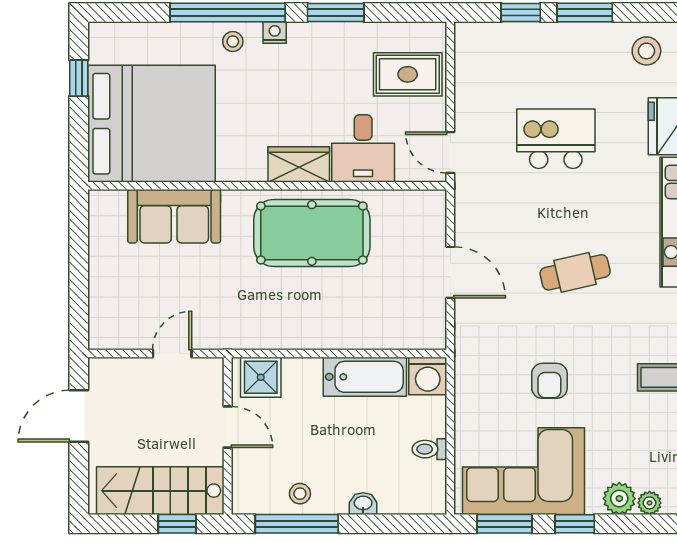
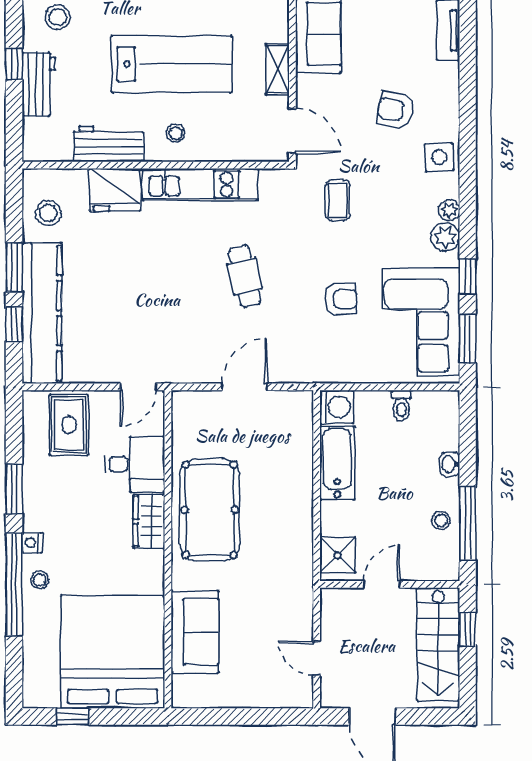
kitchen counter: (533, 44) -> (42, 313), added
kitchen island: (556, 139) -> (126, 293), removed
door: (172, 354) -> (317, 658), moved

